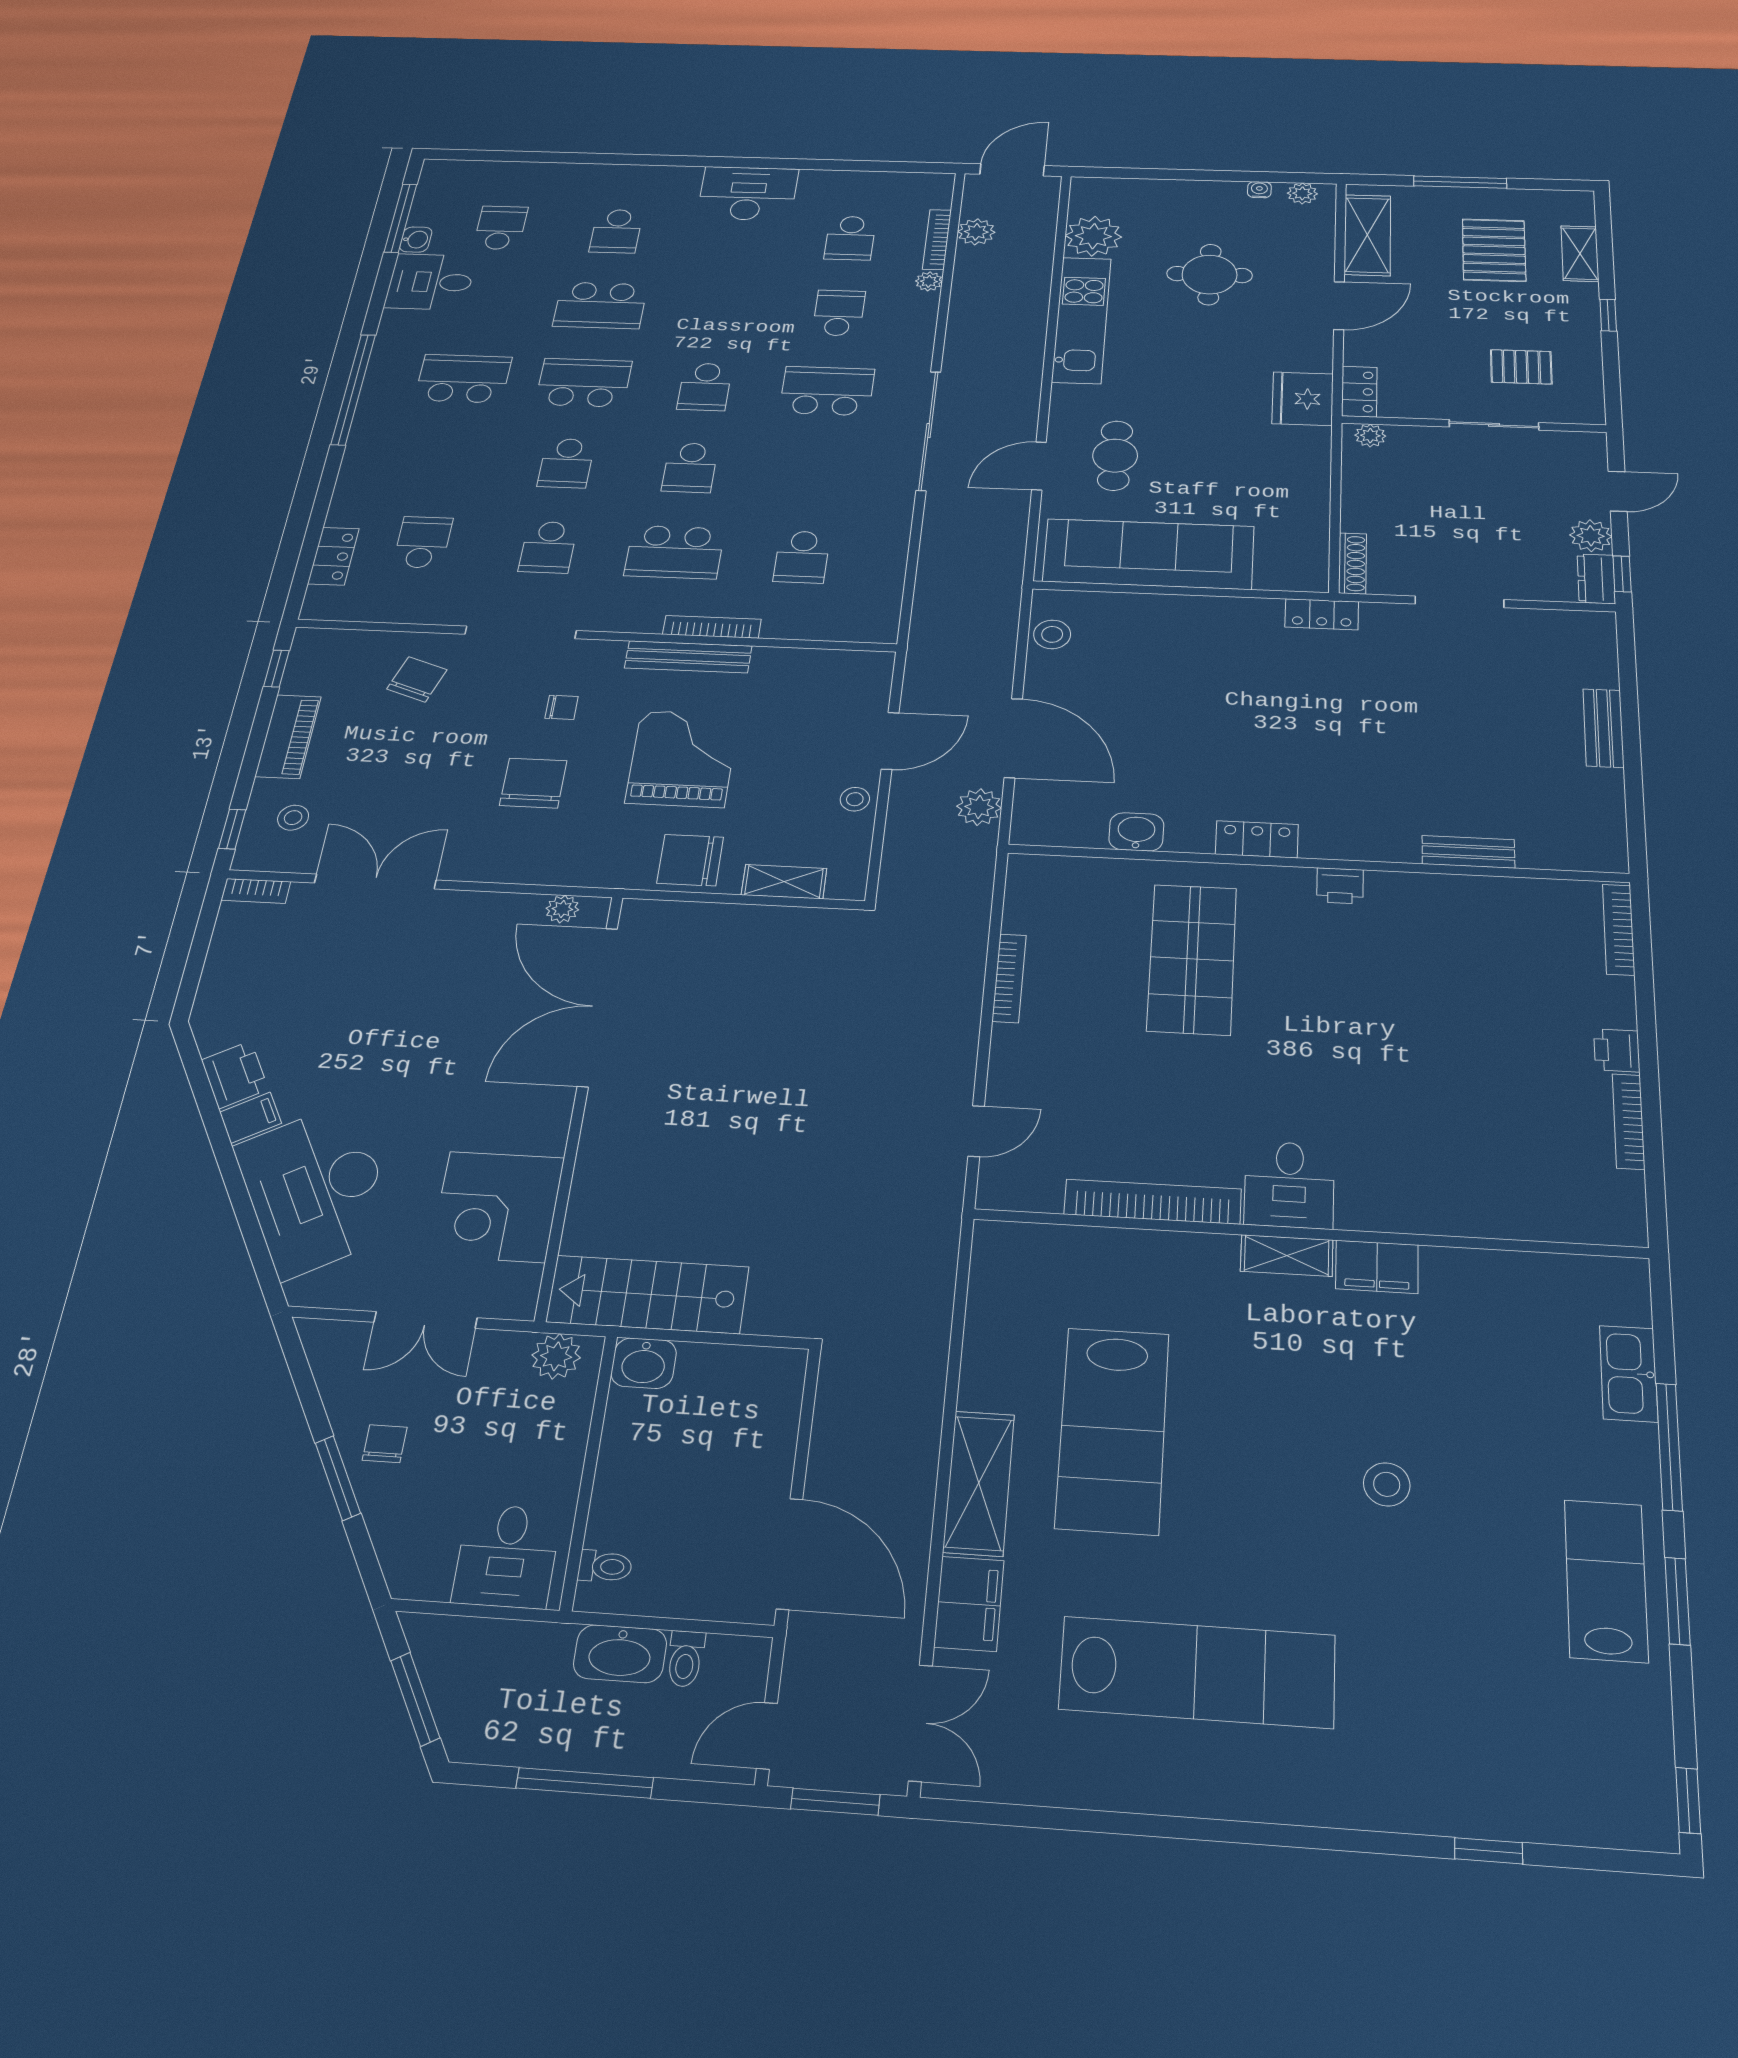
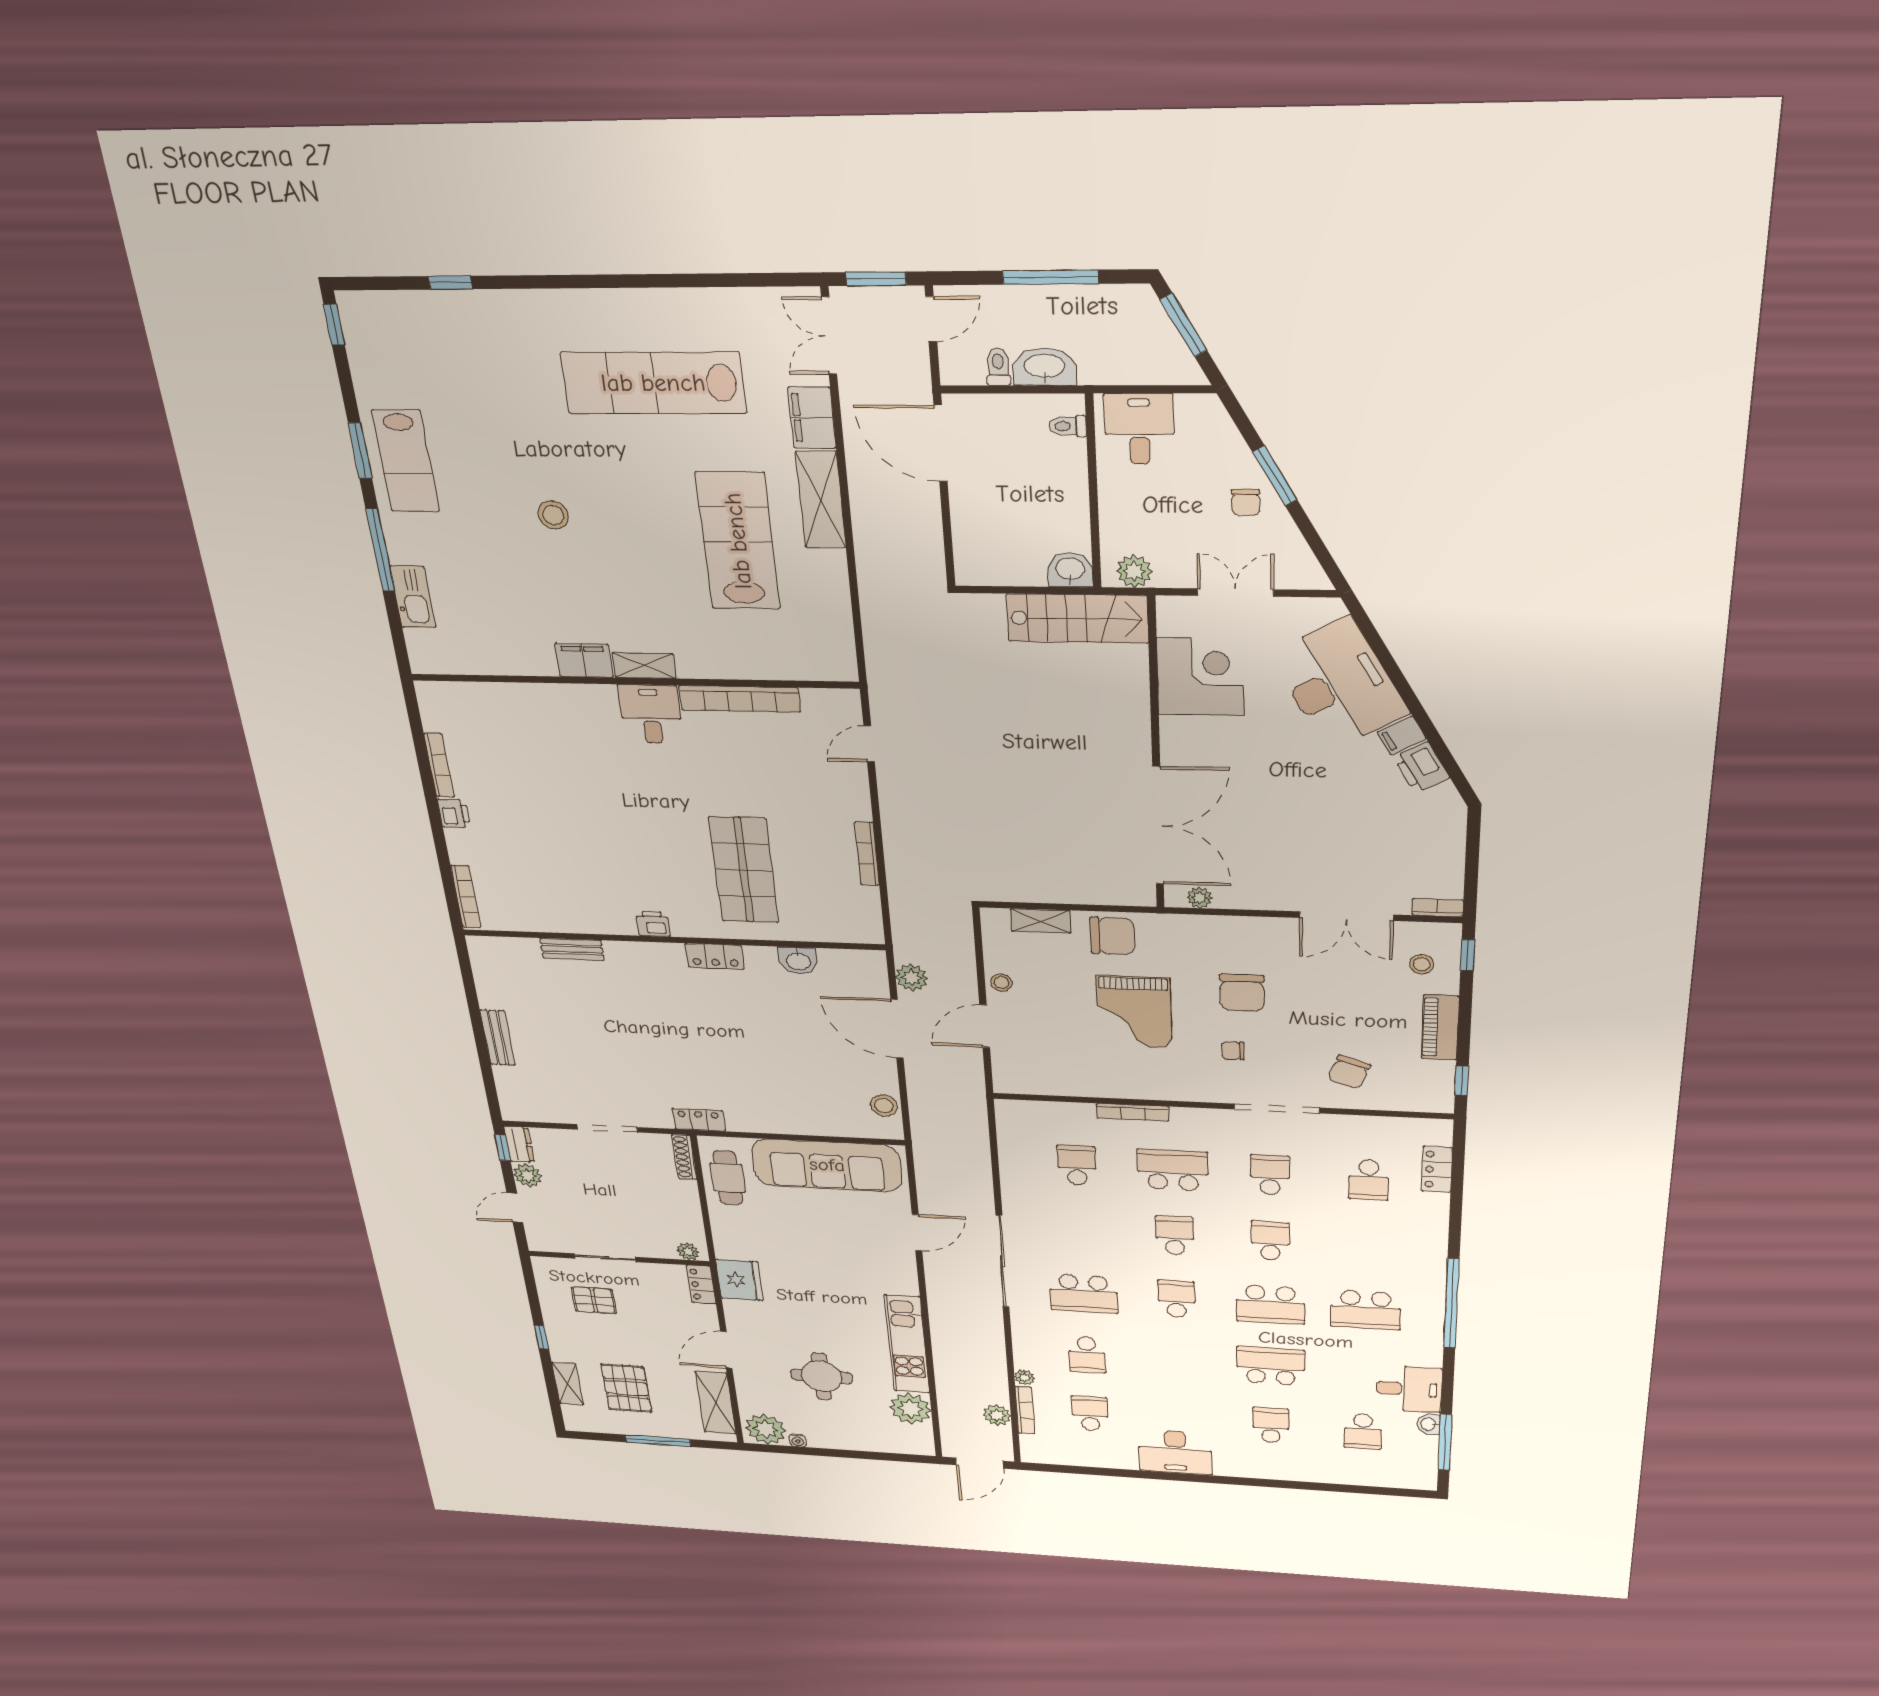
plant: (1302, 193) -> (766, 1429), width x1.87, depth x1.87
cafe table: (1115, 456) -> (728, 1178), moved
bench: (688, 657) -> (1146, 1089), removed

